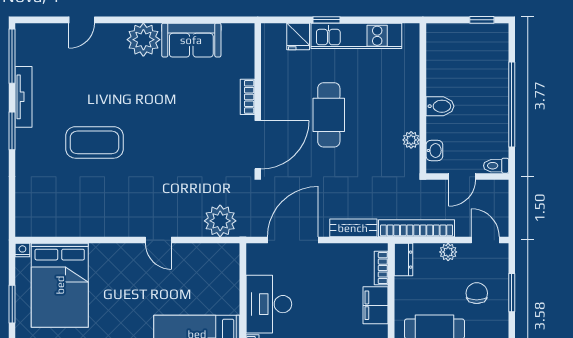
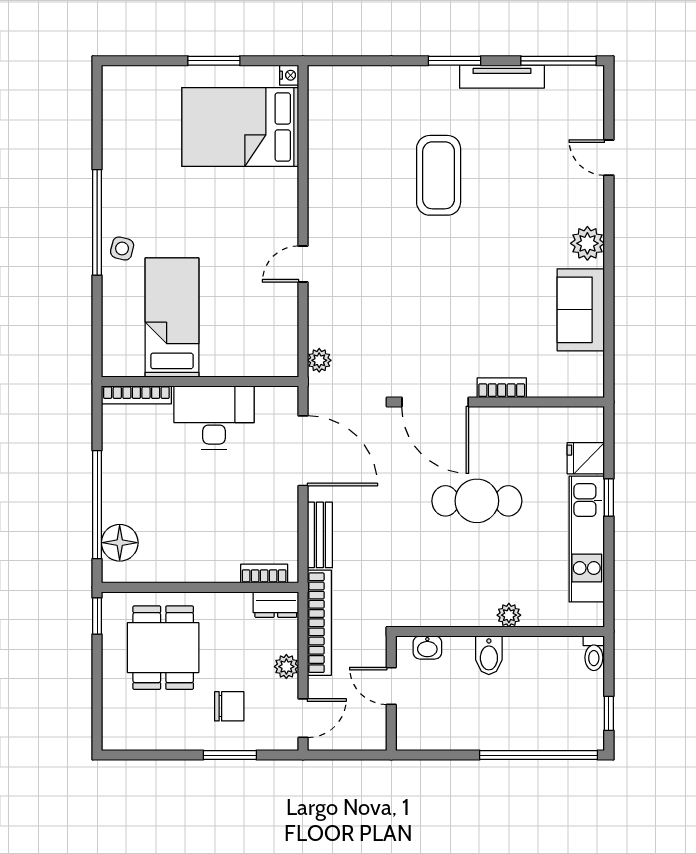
plant: (143, 40) -> (587, 243), width x0.73, depth x0.73
window: (512, 105) -> (539, 755), moved
plant: (411, 140) -> (509, 615), moved
toilet: (496, 166) -> (594, 653), moved, turned 180
plant: (220, 221) -> (319, 360), width x0.53, depth x0.53
filing cabinet: (375, 305) -> (212, 566), removed

